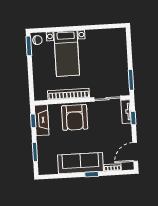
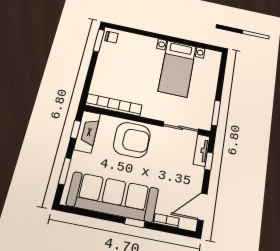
bed with nightstands: (67, 53) -> (177, 68), moved
bookcase: (69, 94) -> (114, 105), moved
armchair: (75, 117) -> (132, 140), turned -90
sofa: (81, 163) -> (113, 197), width x1.36, depth x1.27

